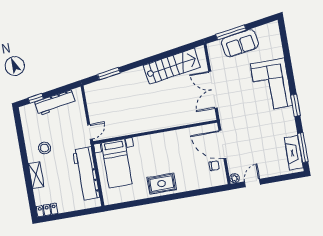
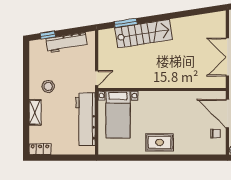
stairs: (172, 66) -> (144, 34), moved

